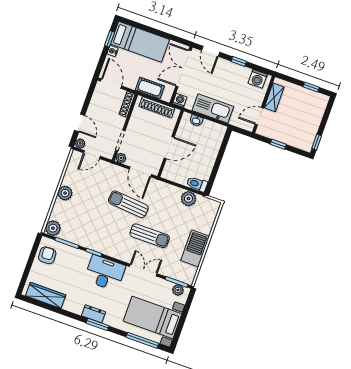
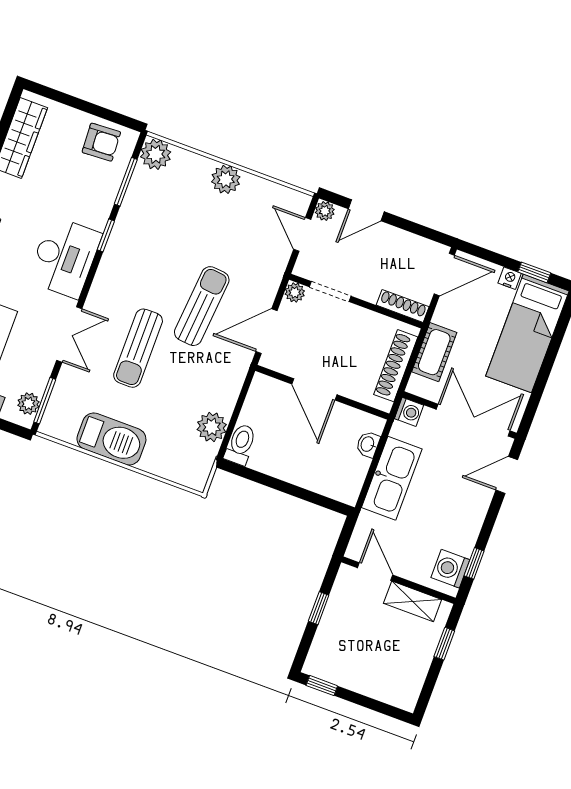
window: (239, 61) -> (474, 563), moved
window: (311, 87) -> (444, 644), moved

